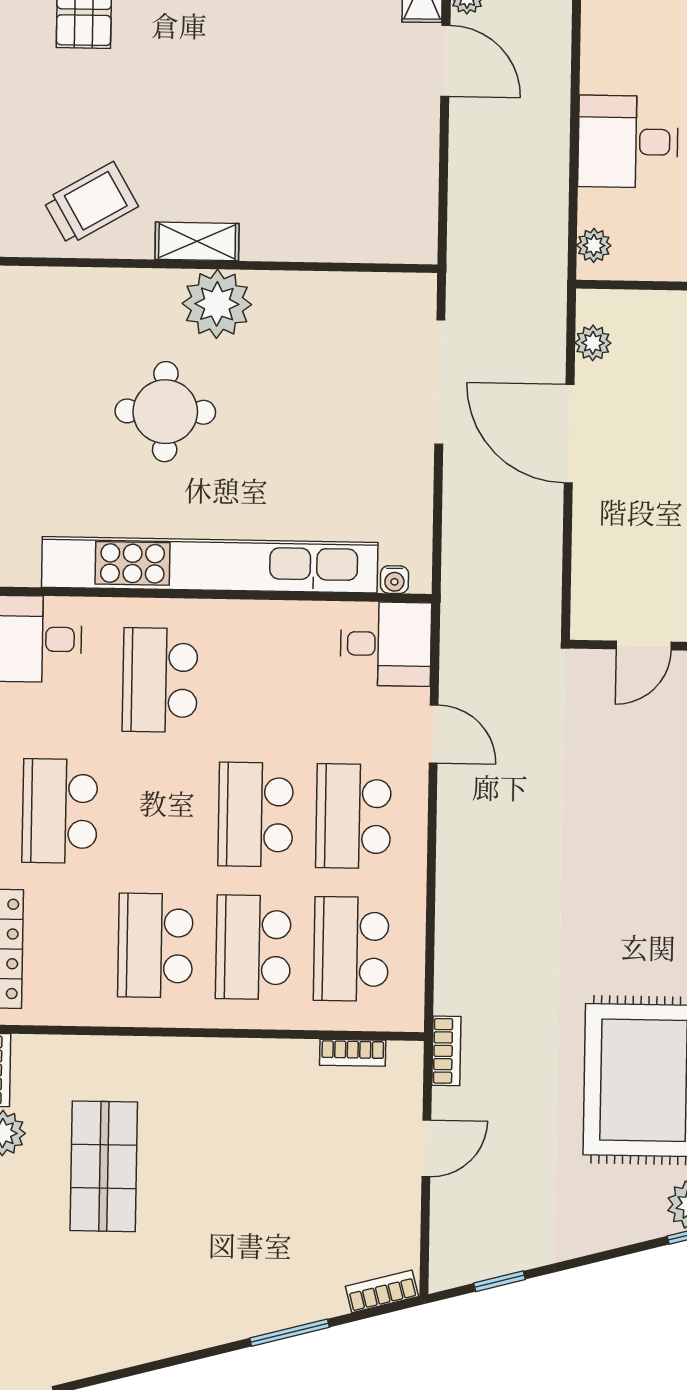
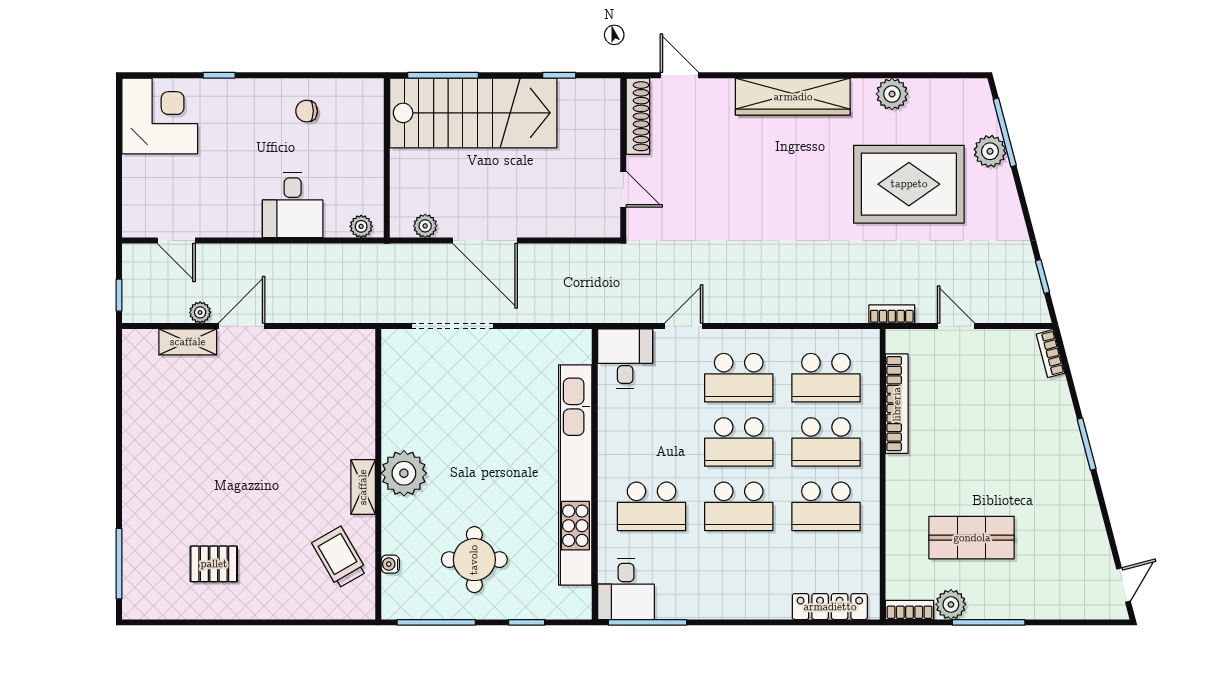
round table: (165, 412) -> (474, 560), moved
door: (569, 434) -> (485, 240), hinge flipped
water cooler: (394, 580) -> (390, 564), moved, turned 180
school desk: (60, 811) -> (739, 506), moved
bookcase: (353, 1053) -> (897, 404), width x2.31, depth x1.31
window: (289, 1333) -> (1087, 444), moved

